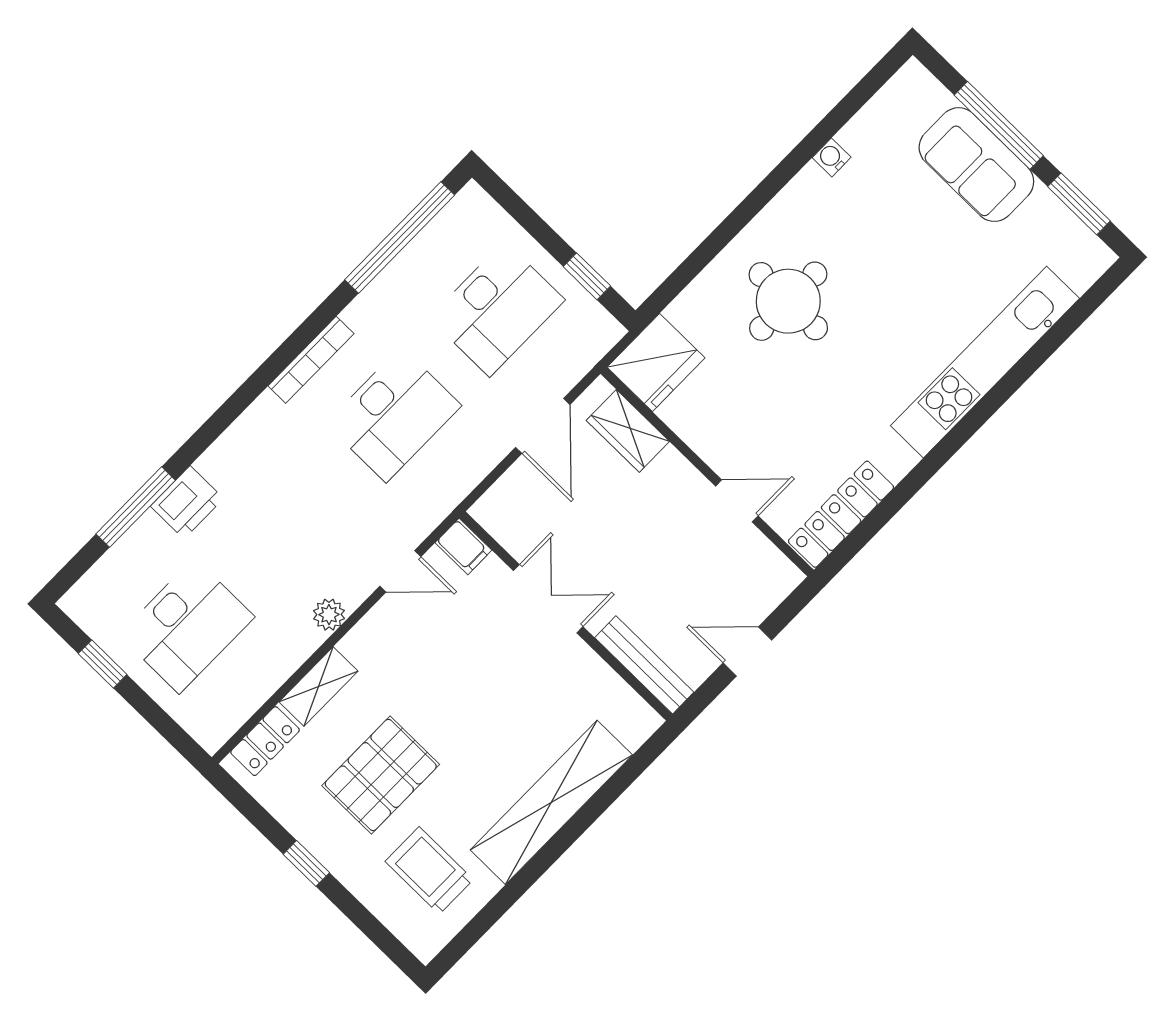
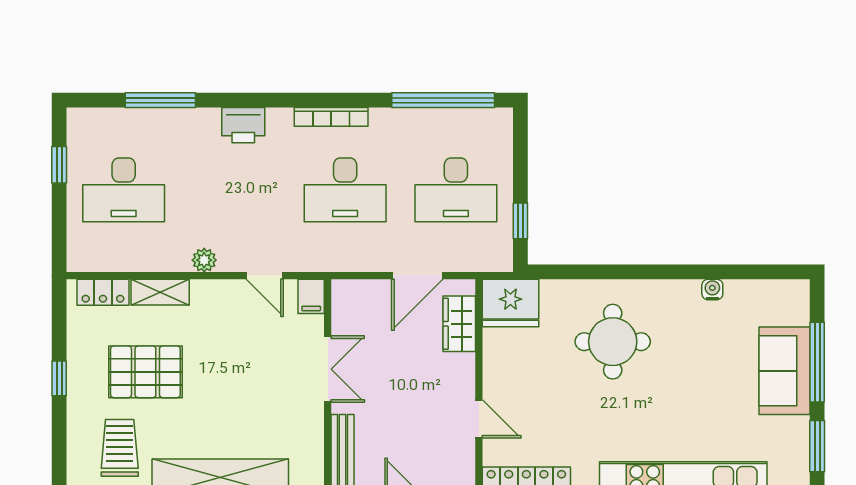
printer: (187, 502) -> (243, 125), moved

